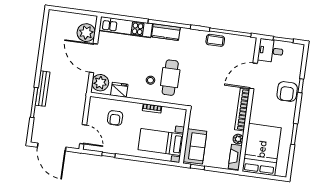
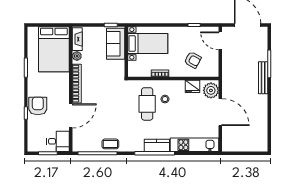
plant: (86, 33) -> (230, 135), removed
armchair: (115, 118) -> (193, 60), turned 119

